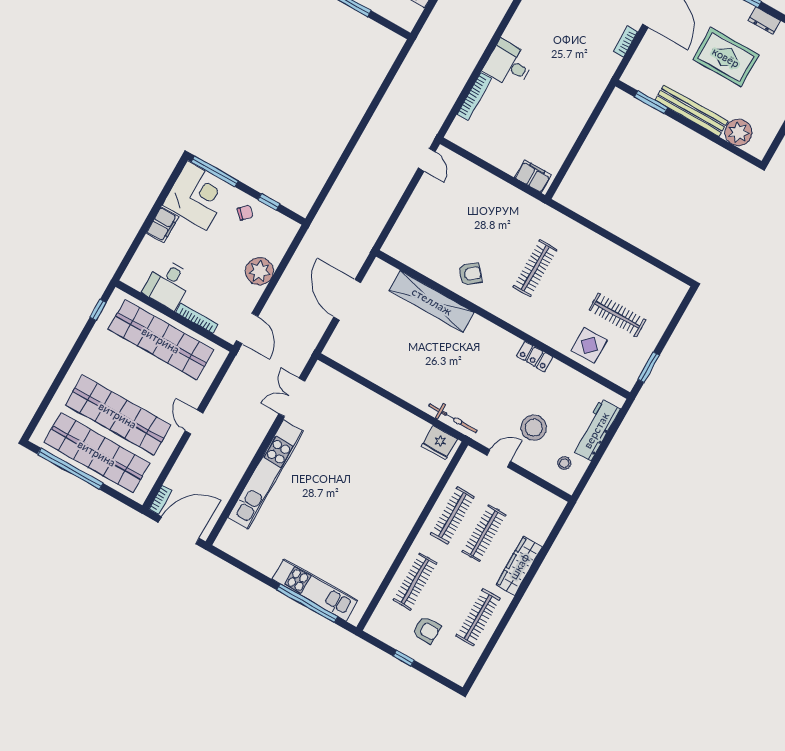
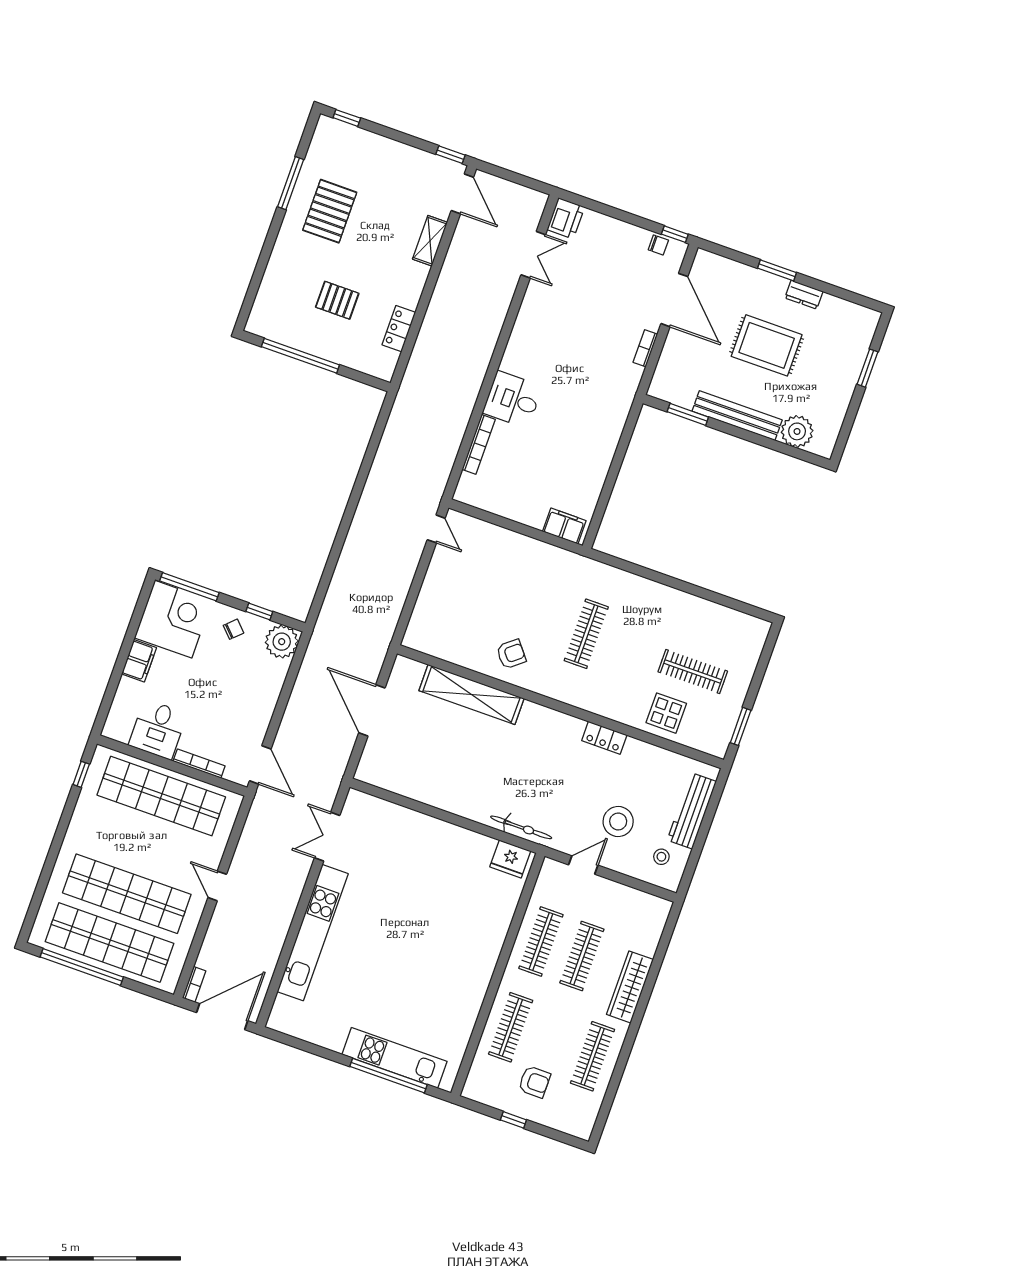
plant: (259, 271) -> (282, 642), moved

